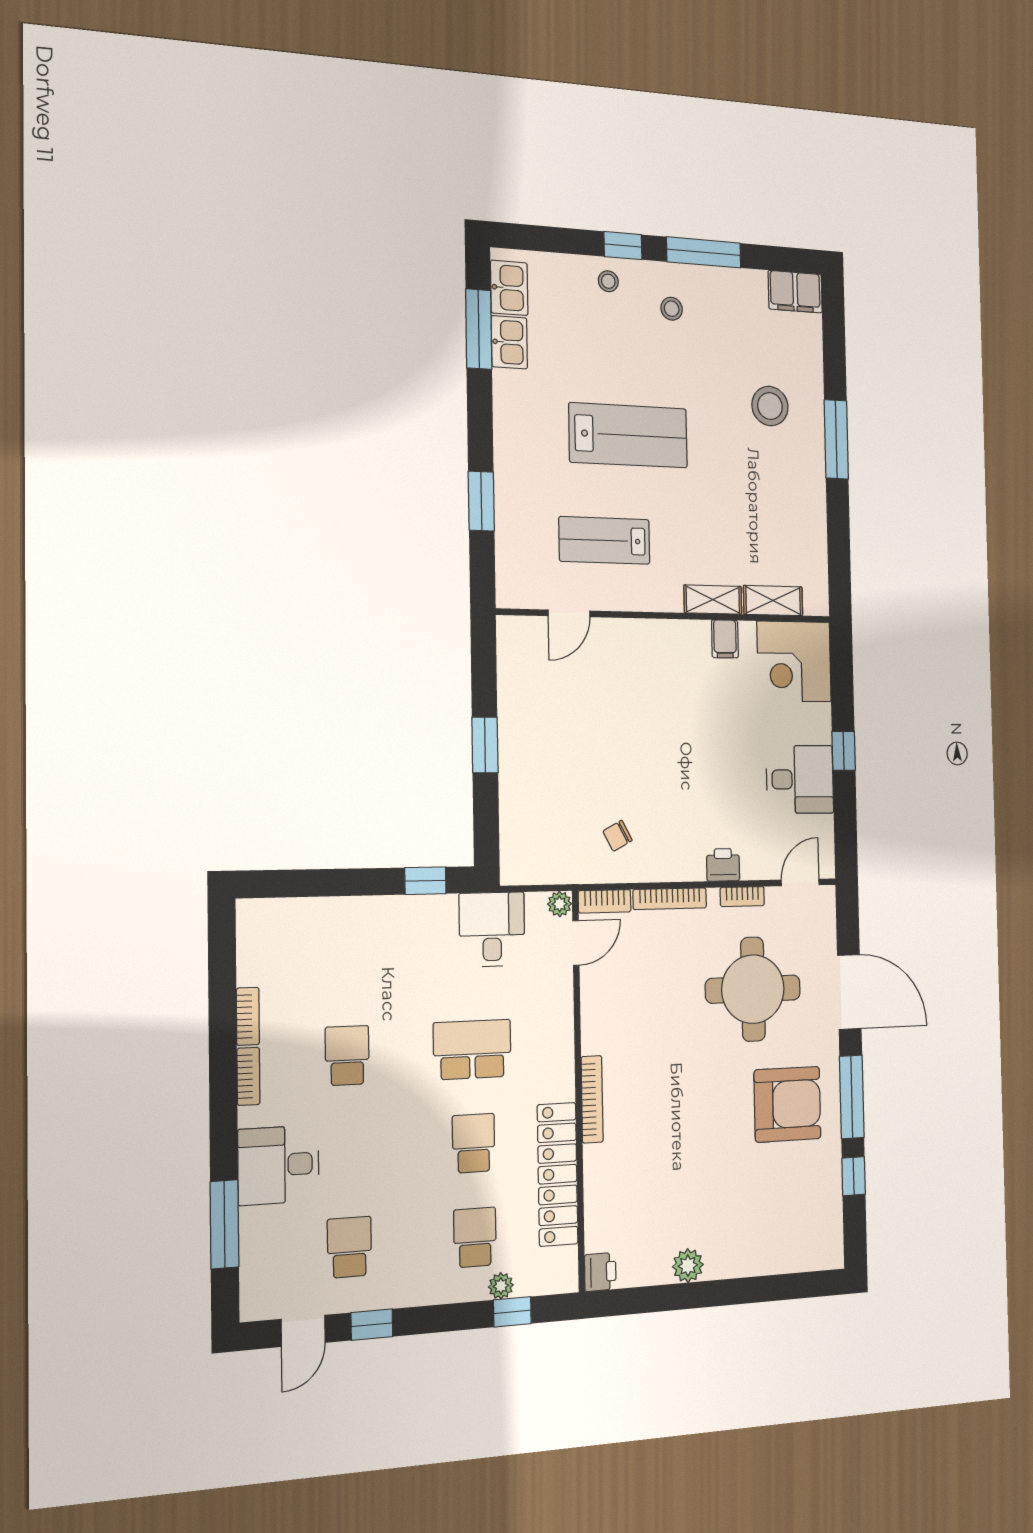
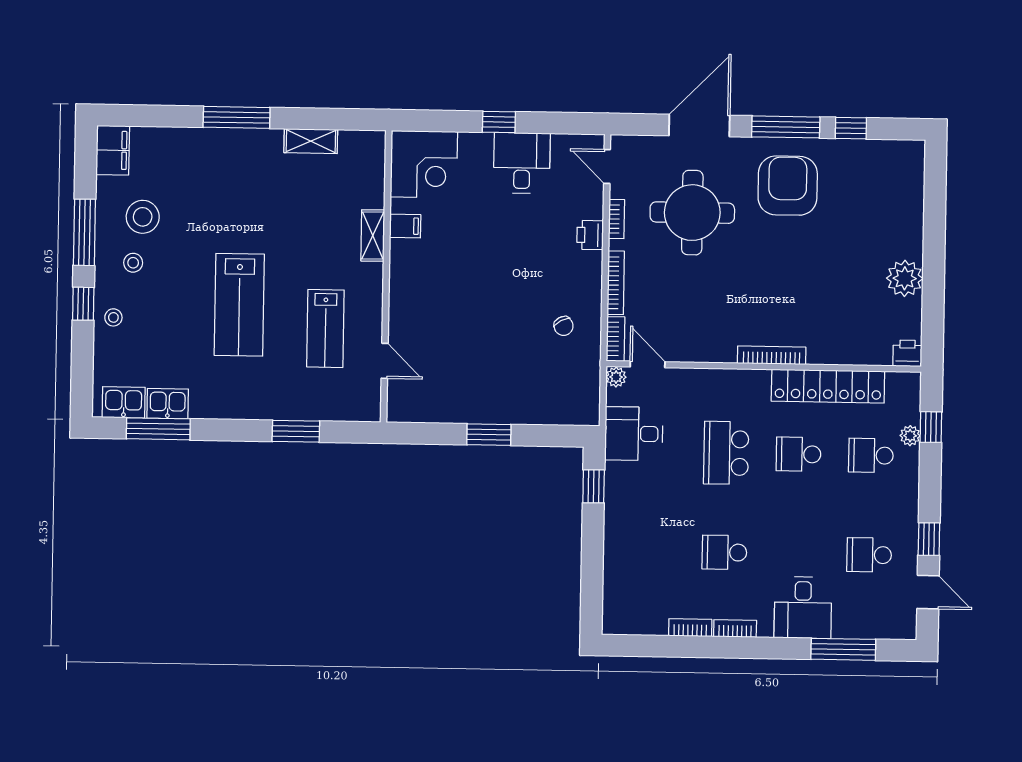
stool: (770, 406) -> (143, 217), moved
lab bench: (628, 435) -> (239, 305), turned 180
shelving: (773, 601) -> (311, 141), moved, turned 90
plant: (688, 1266) -> (905, 278), width x1.36, depth x1.36

